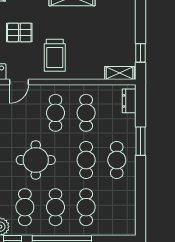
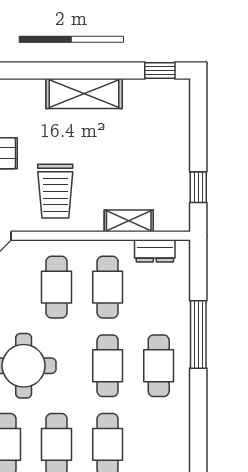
shelving: (120, 73) -> (129, 221), moved
dresser: (129, 101) -> (155, 251), moved, turned -90
window: (141, 141) -> (198, 334), width x1.44

